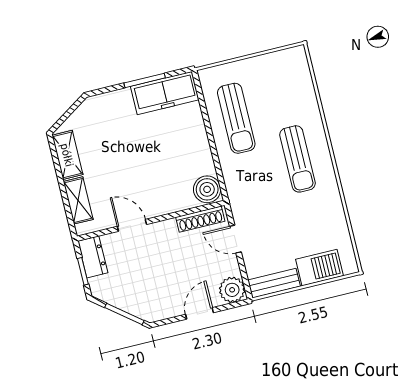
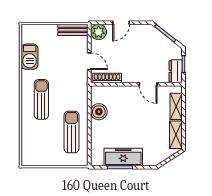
freezer: (165, 93) -> (123, 157), moved
boiler: (207, 189) -> (99, 112), moved
barbecue: (320, 268) -> (30, 57), moved, turned -90

